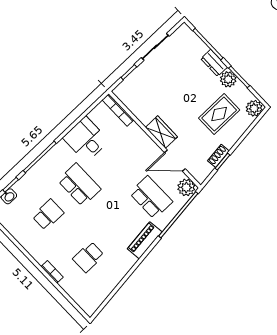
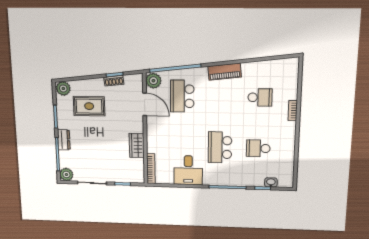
plant: (228, 79) -> (66, 174), moved
wardrobe: (161, 132) -> (137, 145), moved
piano: (145, 240) -> (225, 72), moved

